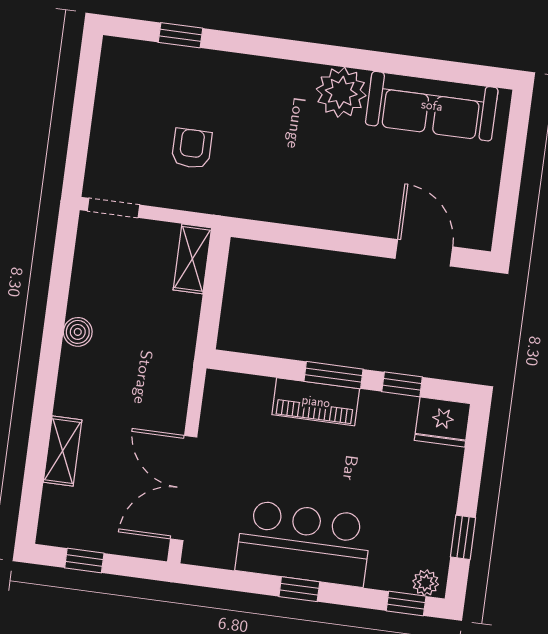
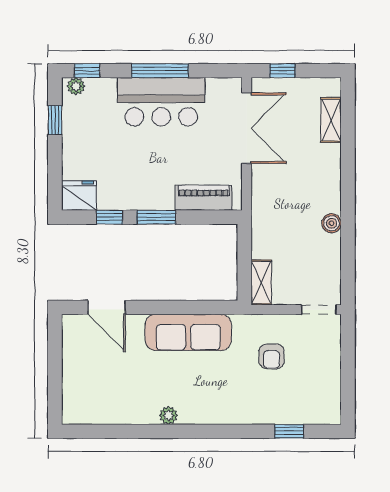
plant: (341, 92) -> (168, 415), width x0.53, depth x0.53
sofa: (432, 106) -> (188, 332), moved, turned 180
piano: (316, 402) -> (204, 198), moved
shelving: (63, 451) -> (331, 120), moved
window: (84, 561) -> (283, 71), moved
window: (299, 589) -> (160, 71), width x2.17

